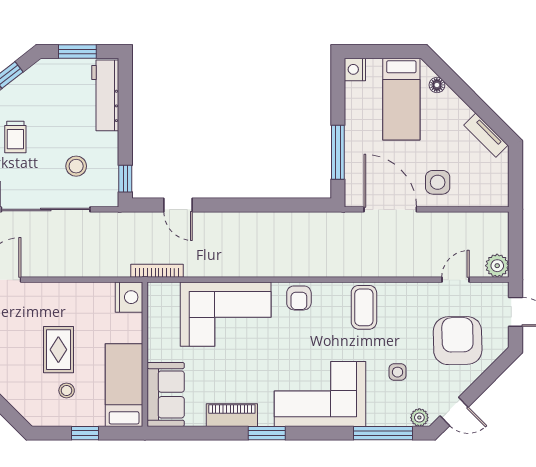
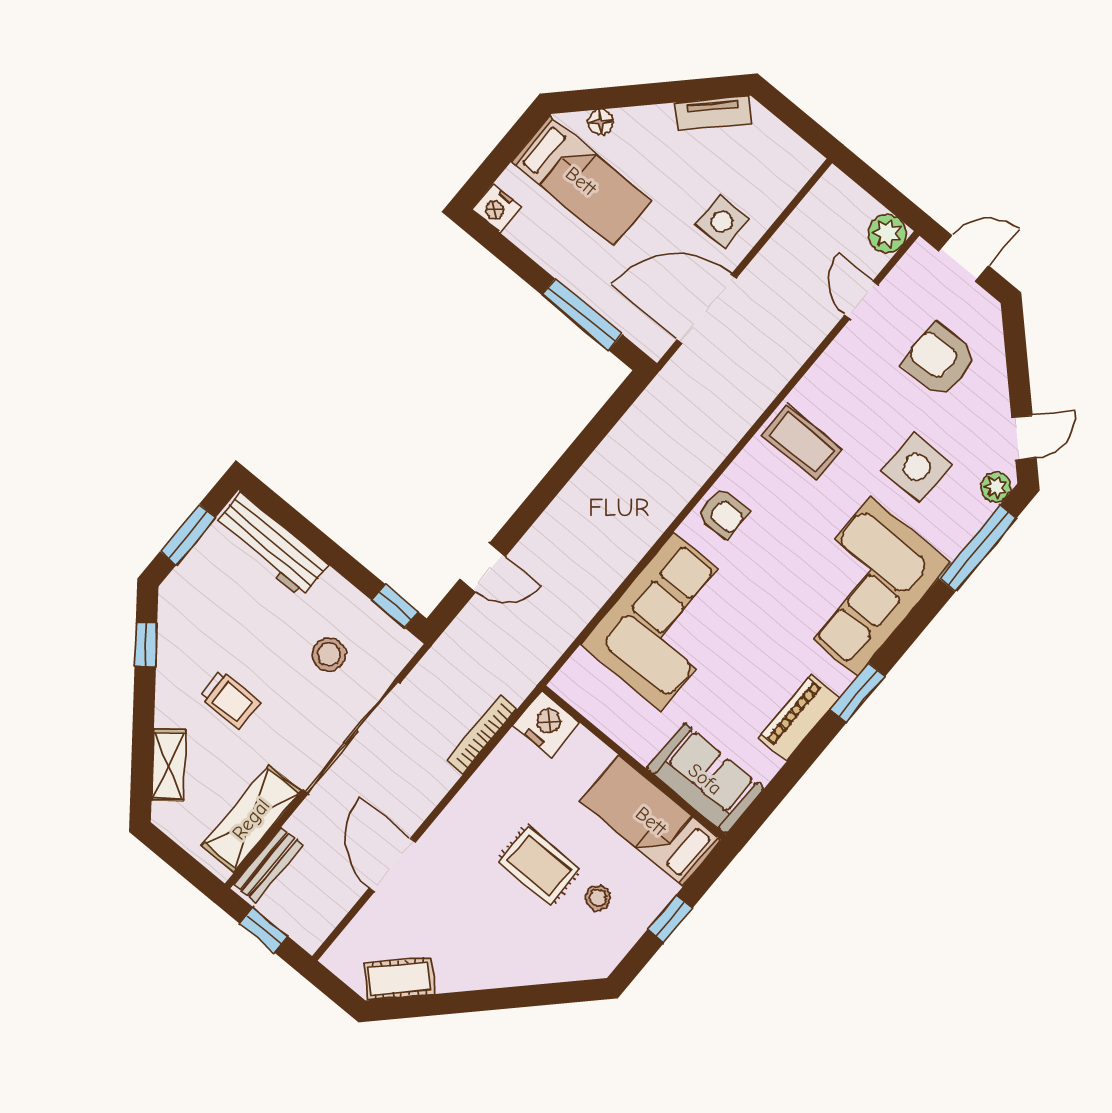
bookcase: (157, 271) -> (482, 734), moved
armchair: (458, 341) -> (939, 360), width x0.73, depth x0.73
side table: (398, 372) -> (917, 467), width x1.87, depth x1.87

